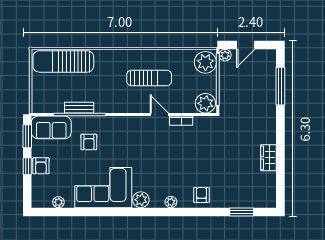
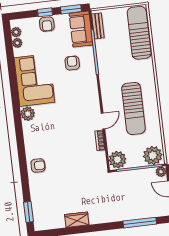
sun lounger: (149, 78) -> (134, 108), width x1.36, depth x1.34
bench: (79, 108) -> (98, 26), moved
armchair: (89, 142) -> (72, 63), turned 90
armchair: (41, 166) -> (47, 24), turned -90
plant: (171, 202) -> (16, 32), moved
window: (242, 212) -> (29, 212), moved

